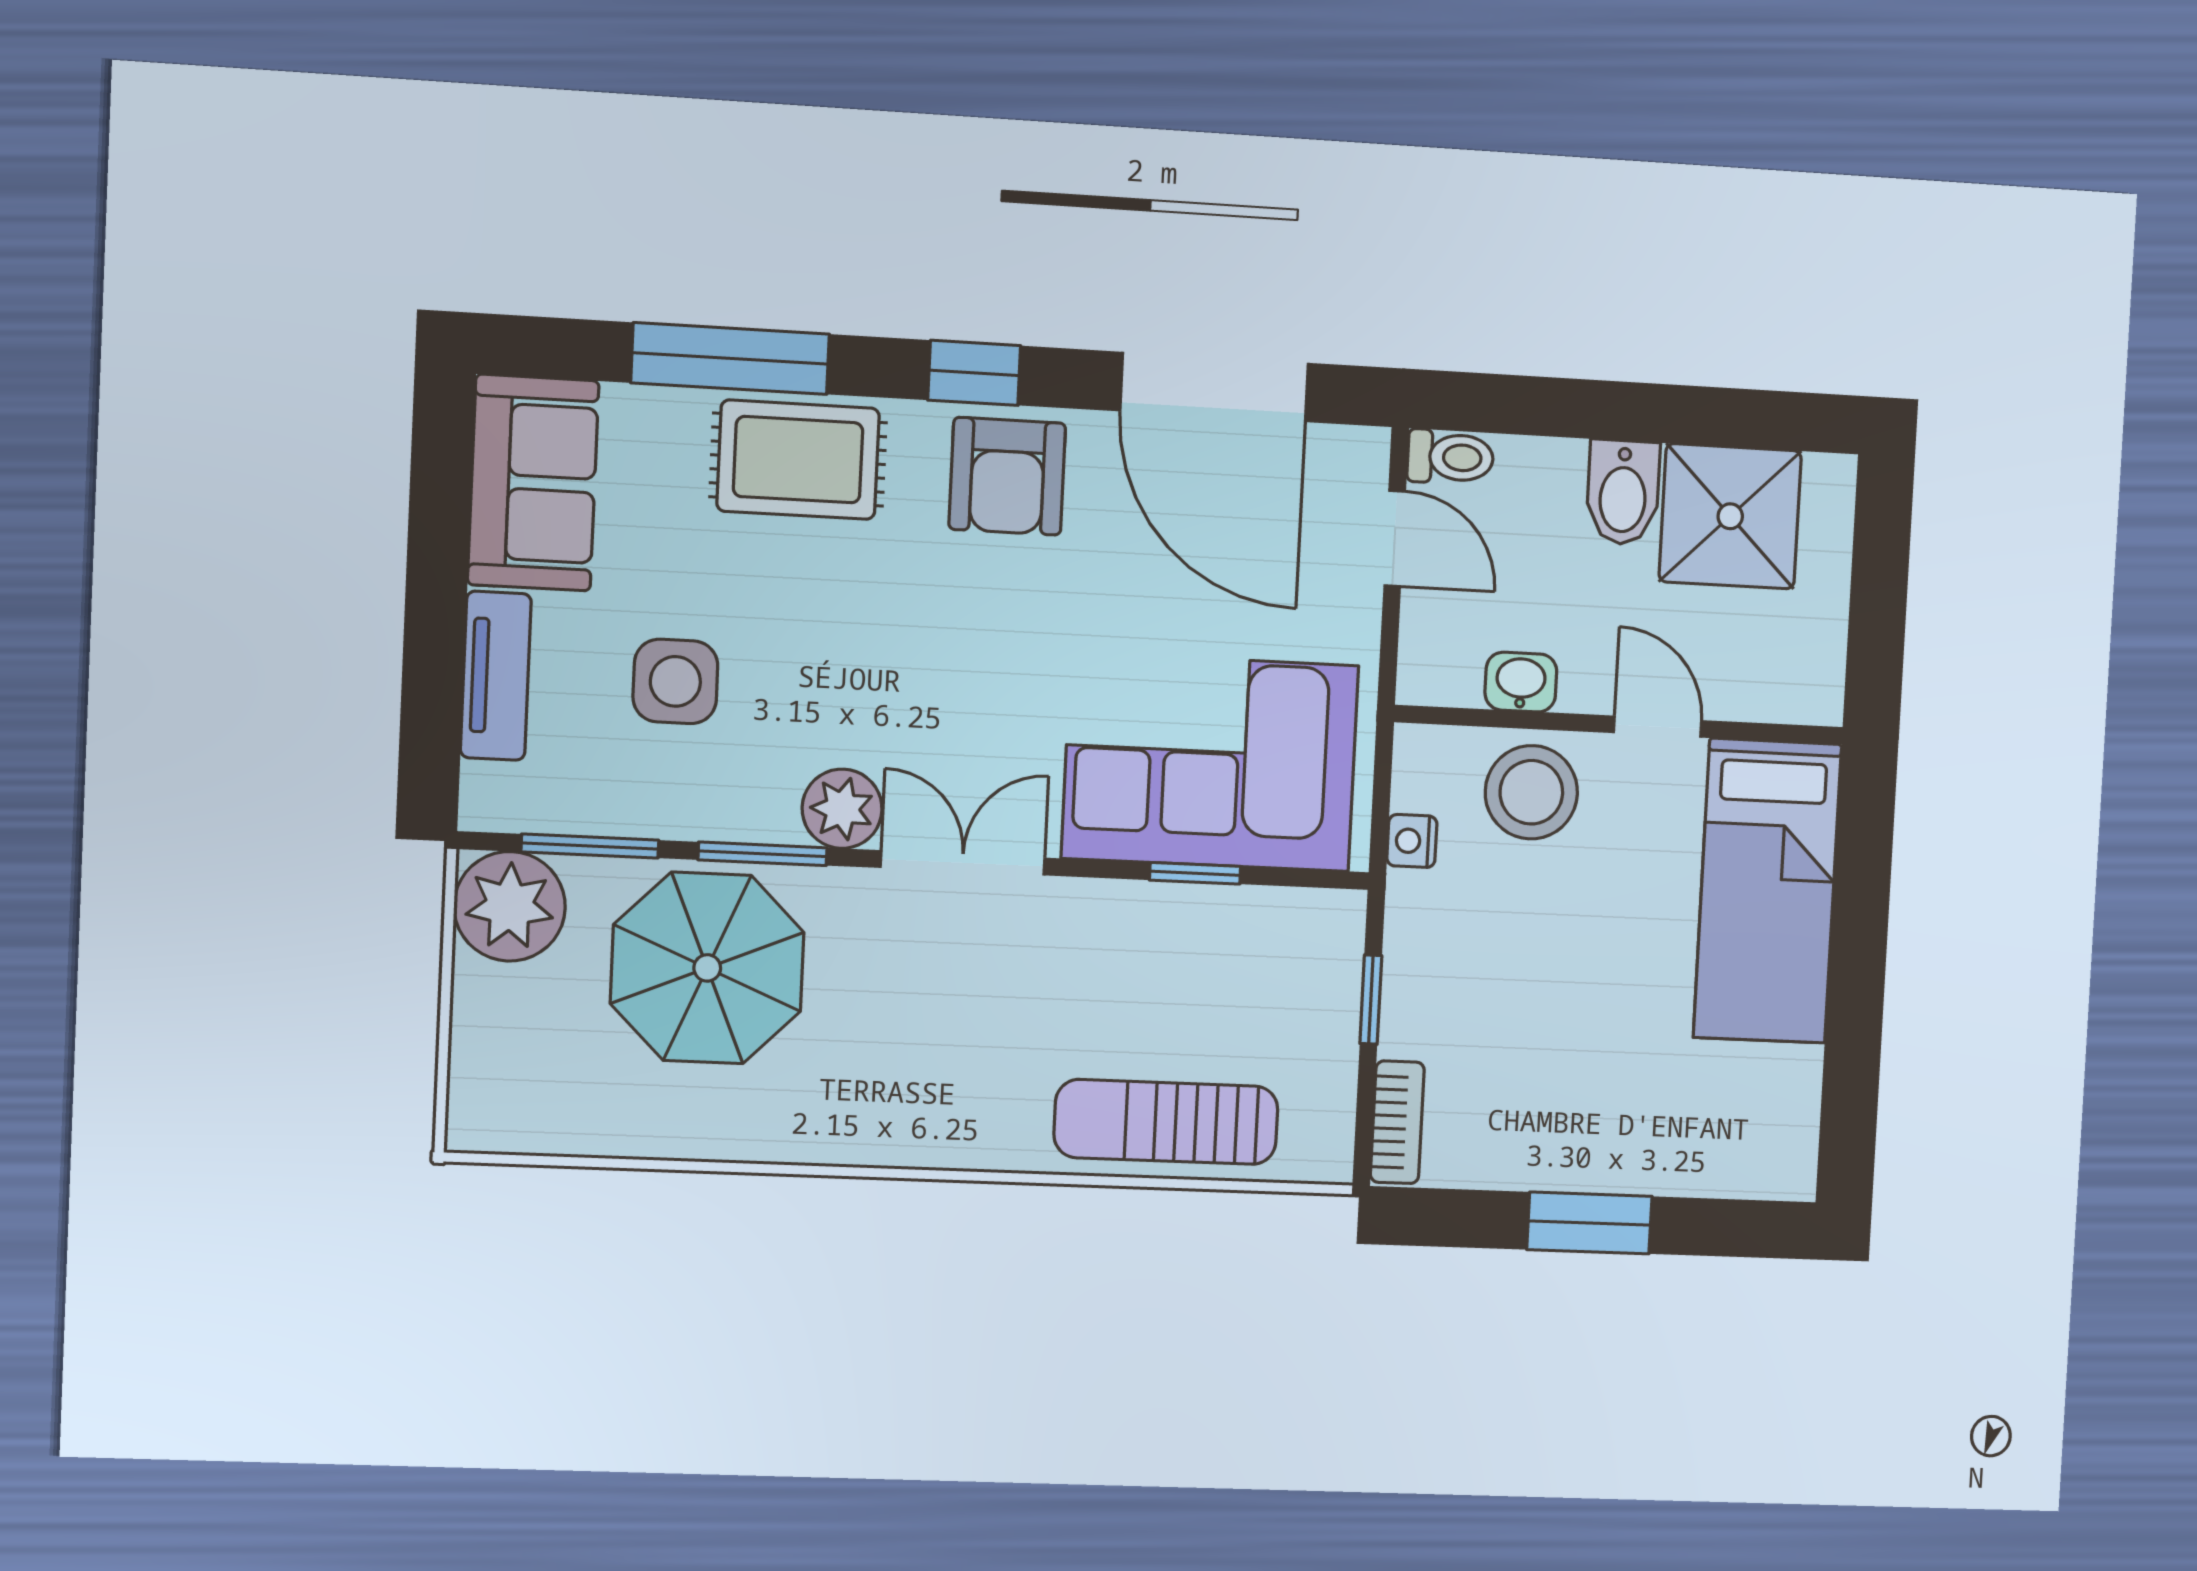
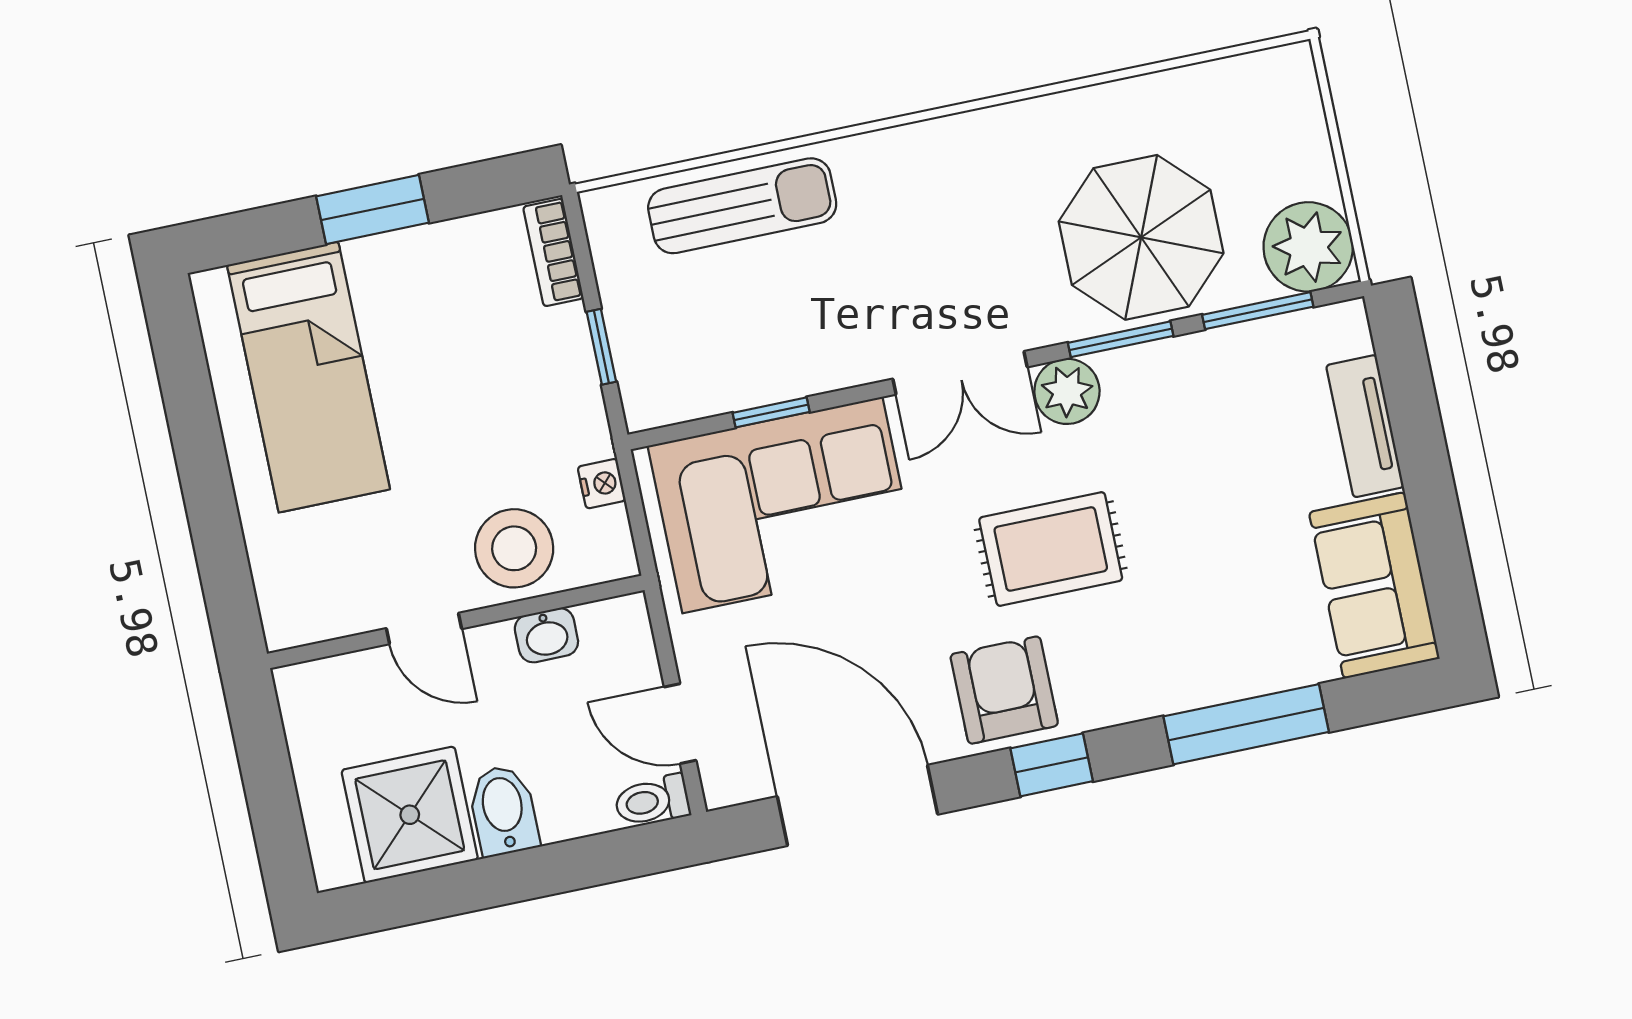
rug: (798, 460) -> (1051, 549), moved
side table: (675, 681) -> (1224, 458), removed
bed: (1767, 891) -> (308, 377), moved, turned 180

